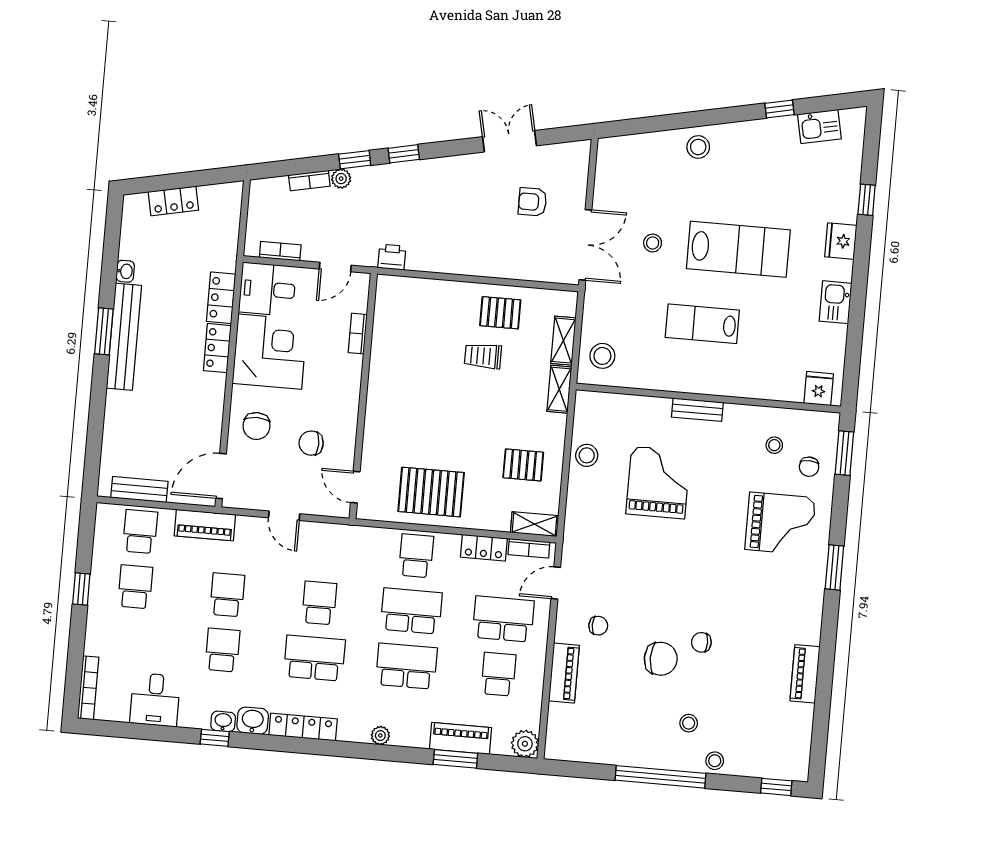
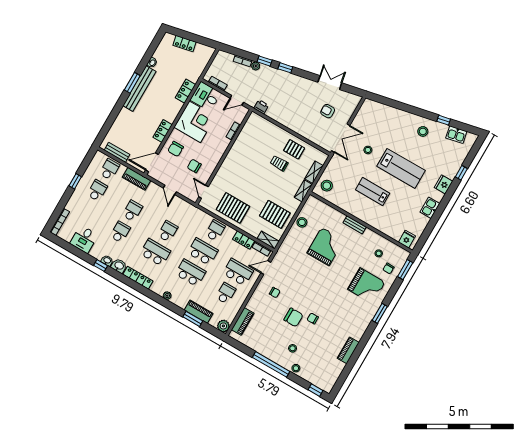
stool: (698, 147) -> (423, 131), moved
locker: (217, 348) -> (163, 131), moved
pallet: (523, 465) -> (275, 214), width x1.50, depth x1.42
piano: (564, 673) -> (243, 321), moved

